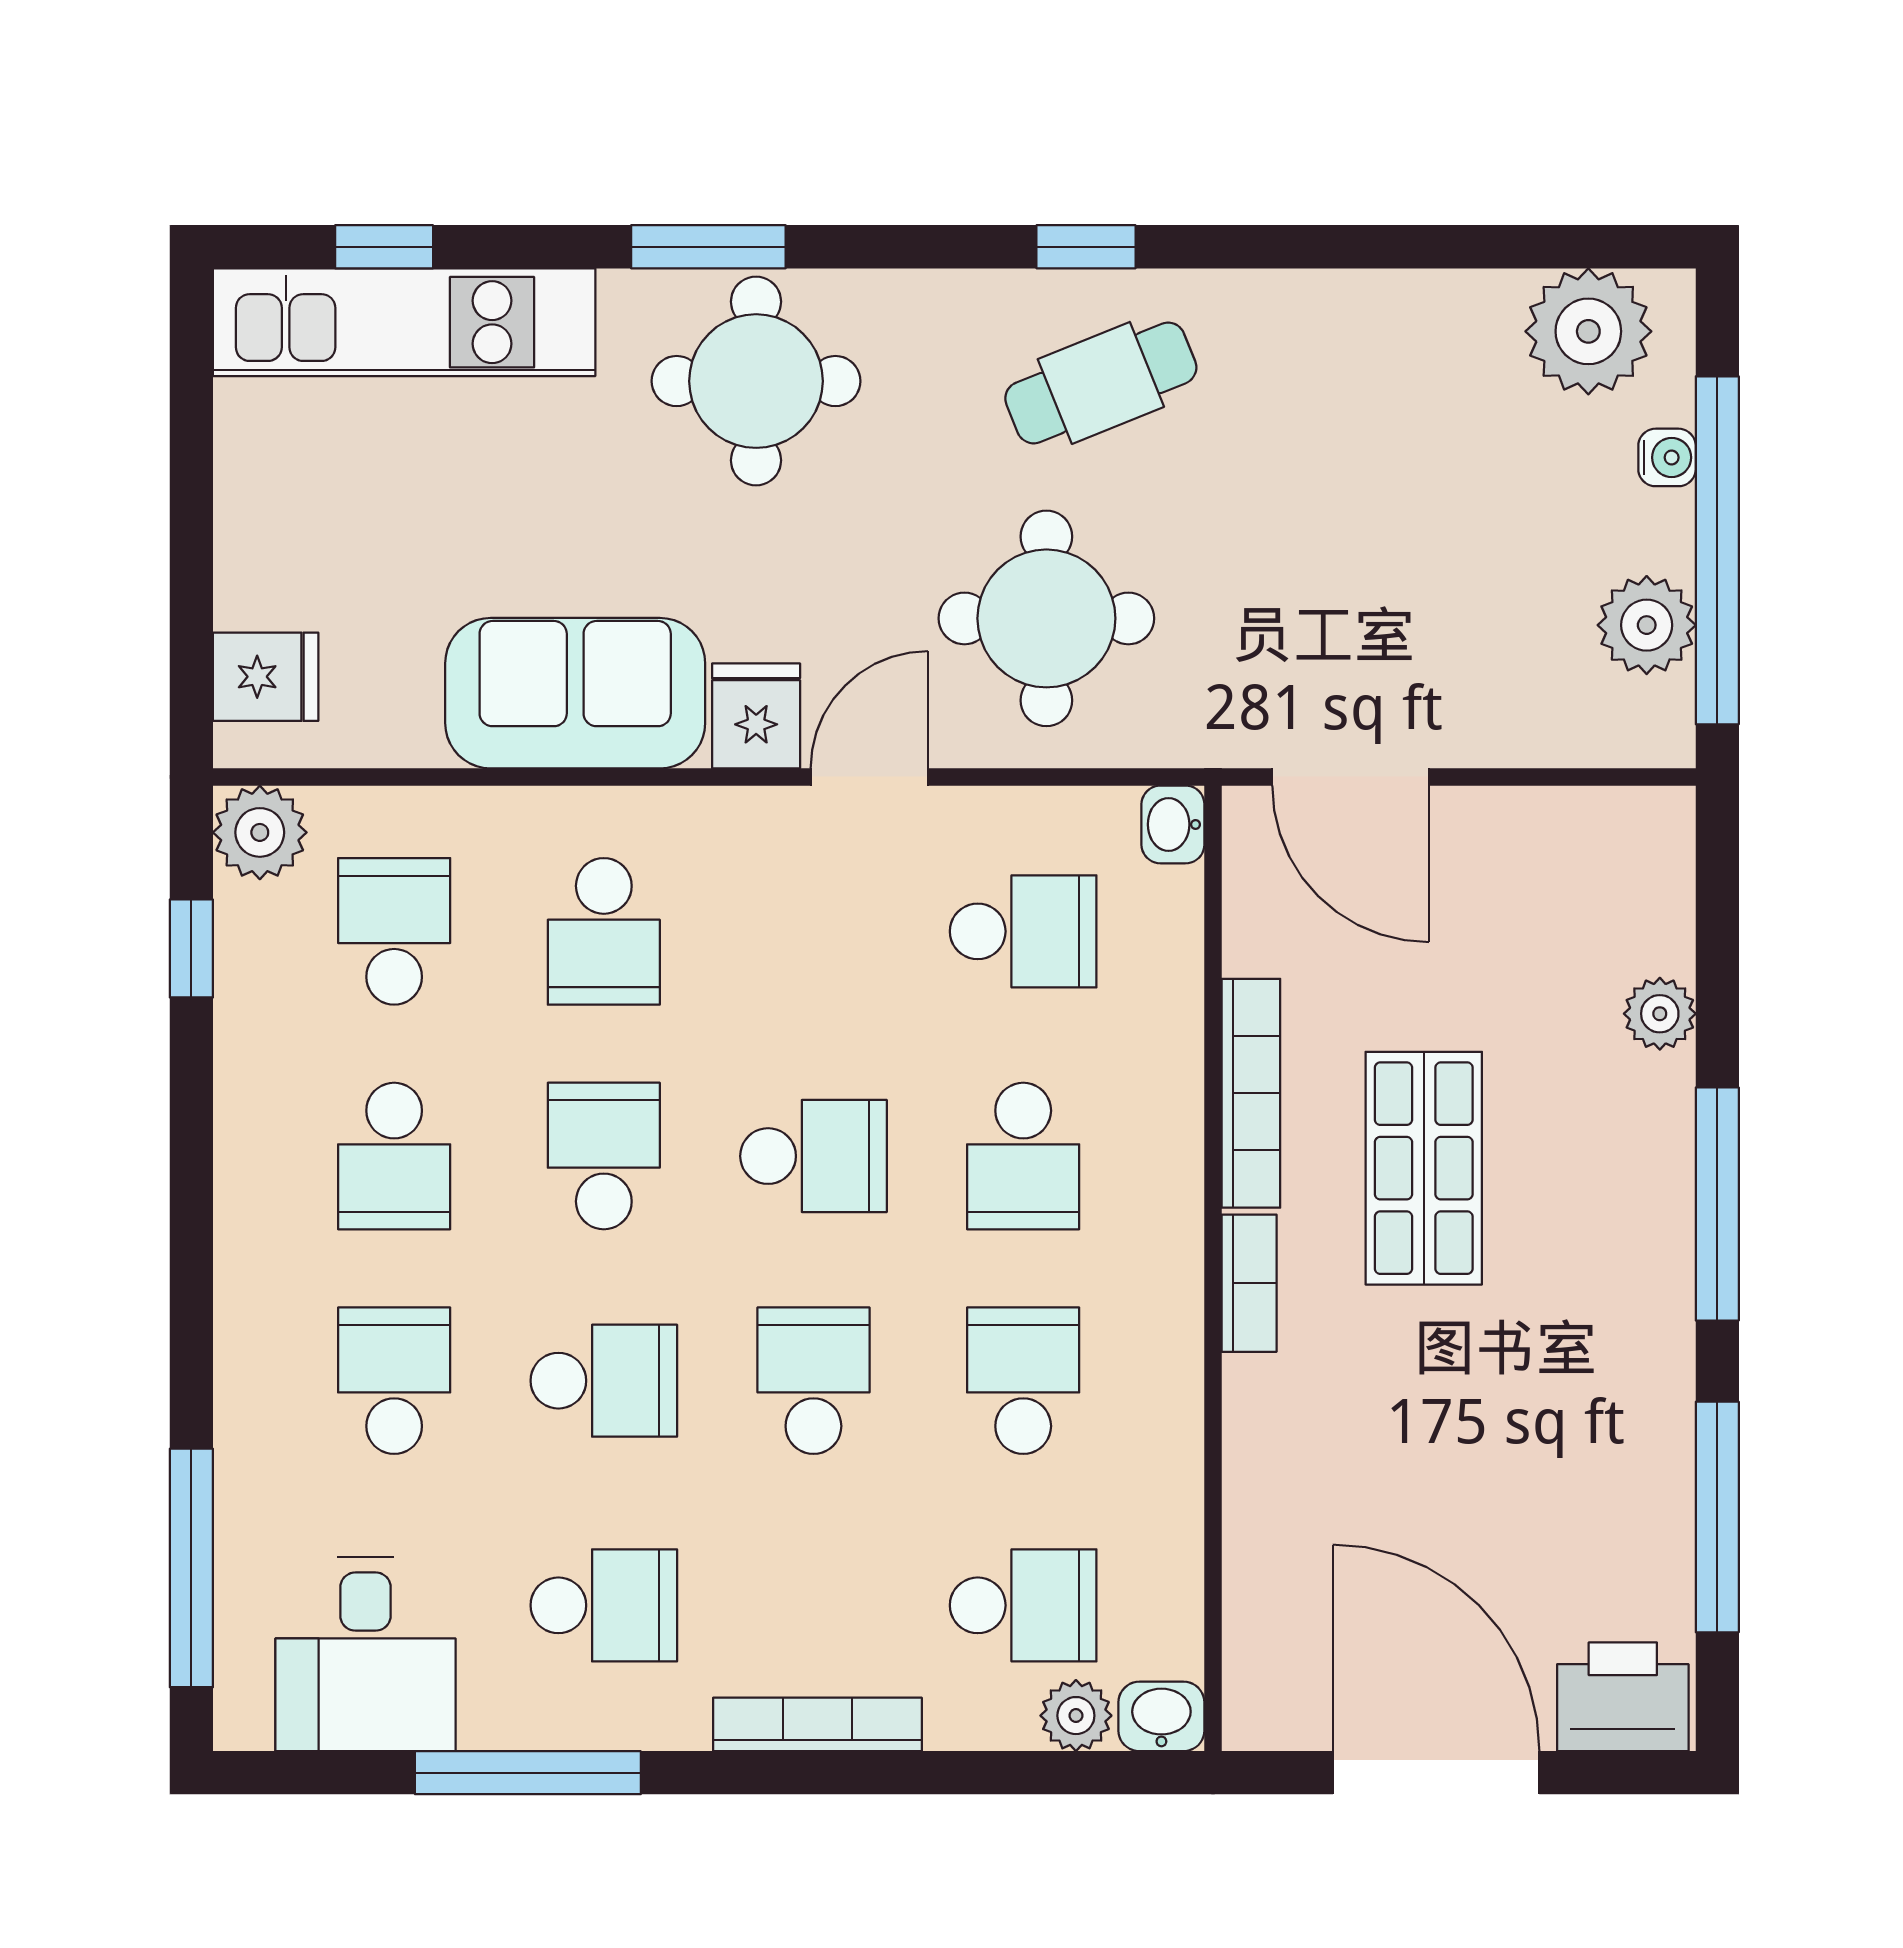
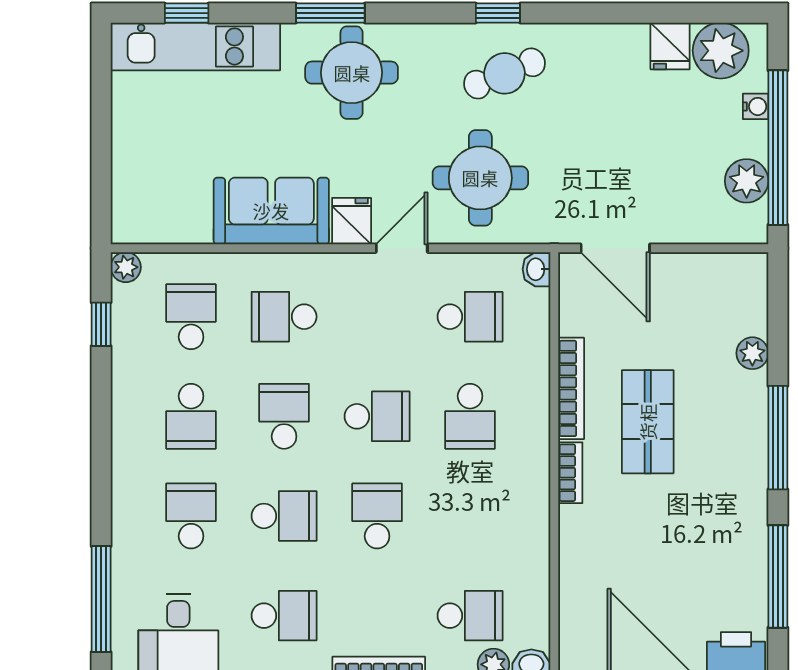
fridge: (266, 677) -> (670, 46), moved, turned 90
plant: (260, 832) -> (126, 267), width x0.73, depth x0.73
school desk: (604, 931) -> (284, 317), turned 90
school desk: (1023, 1381) -> (470, 516), removed

